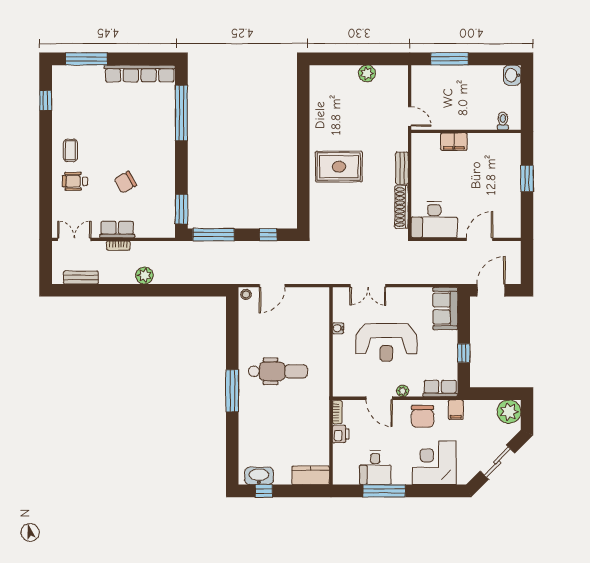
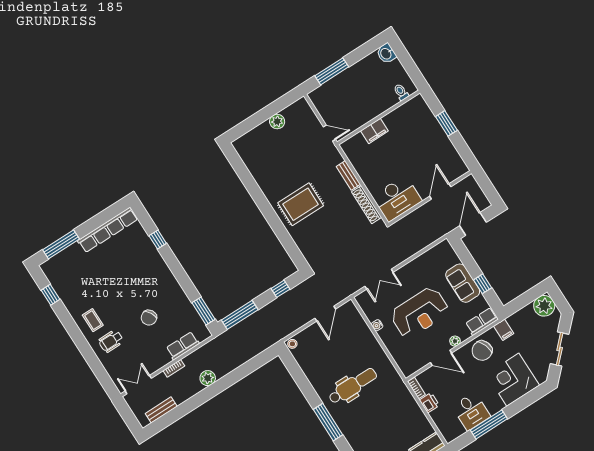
window: (181, 113) -> (158, 239), width x0.32
row of seats: (117, 230) -> (183, 346), moved
door: (272, 286) -> (325, 314), moved
sofa: (445, 309) -> (463, 283), moved
chair: (423, 416) -> (482, 351), turned 70

